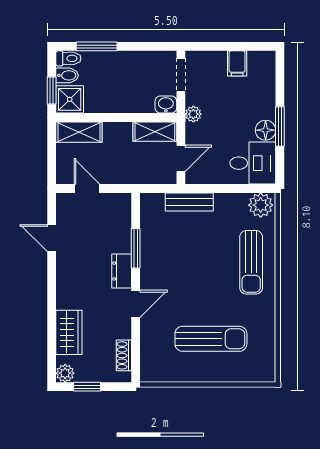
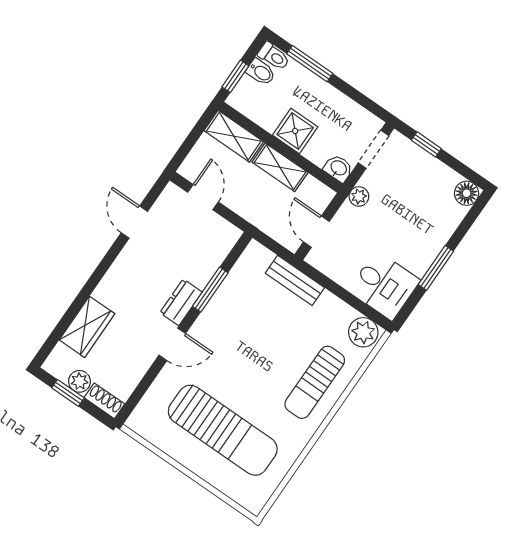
window: (215, 46) -> (426, 144), added
filing cabinet: (237, 63) -> (437, 176), removed
shower: (70, 99) -> (295, 131), moved
floor lamp: (266, 130) -> (467, 193), moved
shelving: (155, 132) -> (280, 167), moved
door: (181, 158) -> (316, 232), swing flipped
sun lounger: (211, 339) -> (223, 430), width x1.36, depth x1.34
shoe rack: (124, 355) -> (104, 401), moved, turned 90
plant: (65, 373) -> (79, 381), moved

